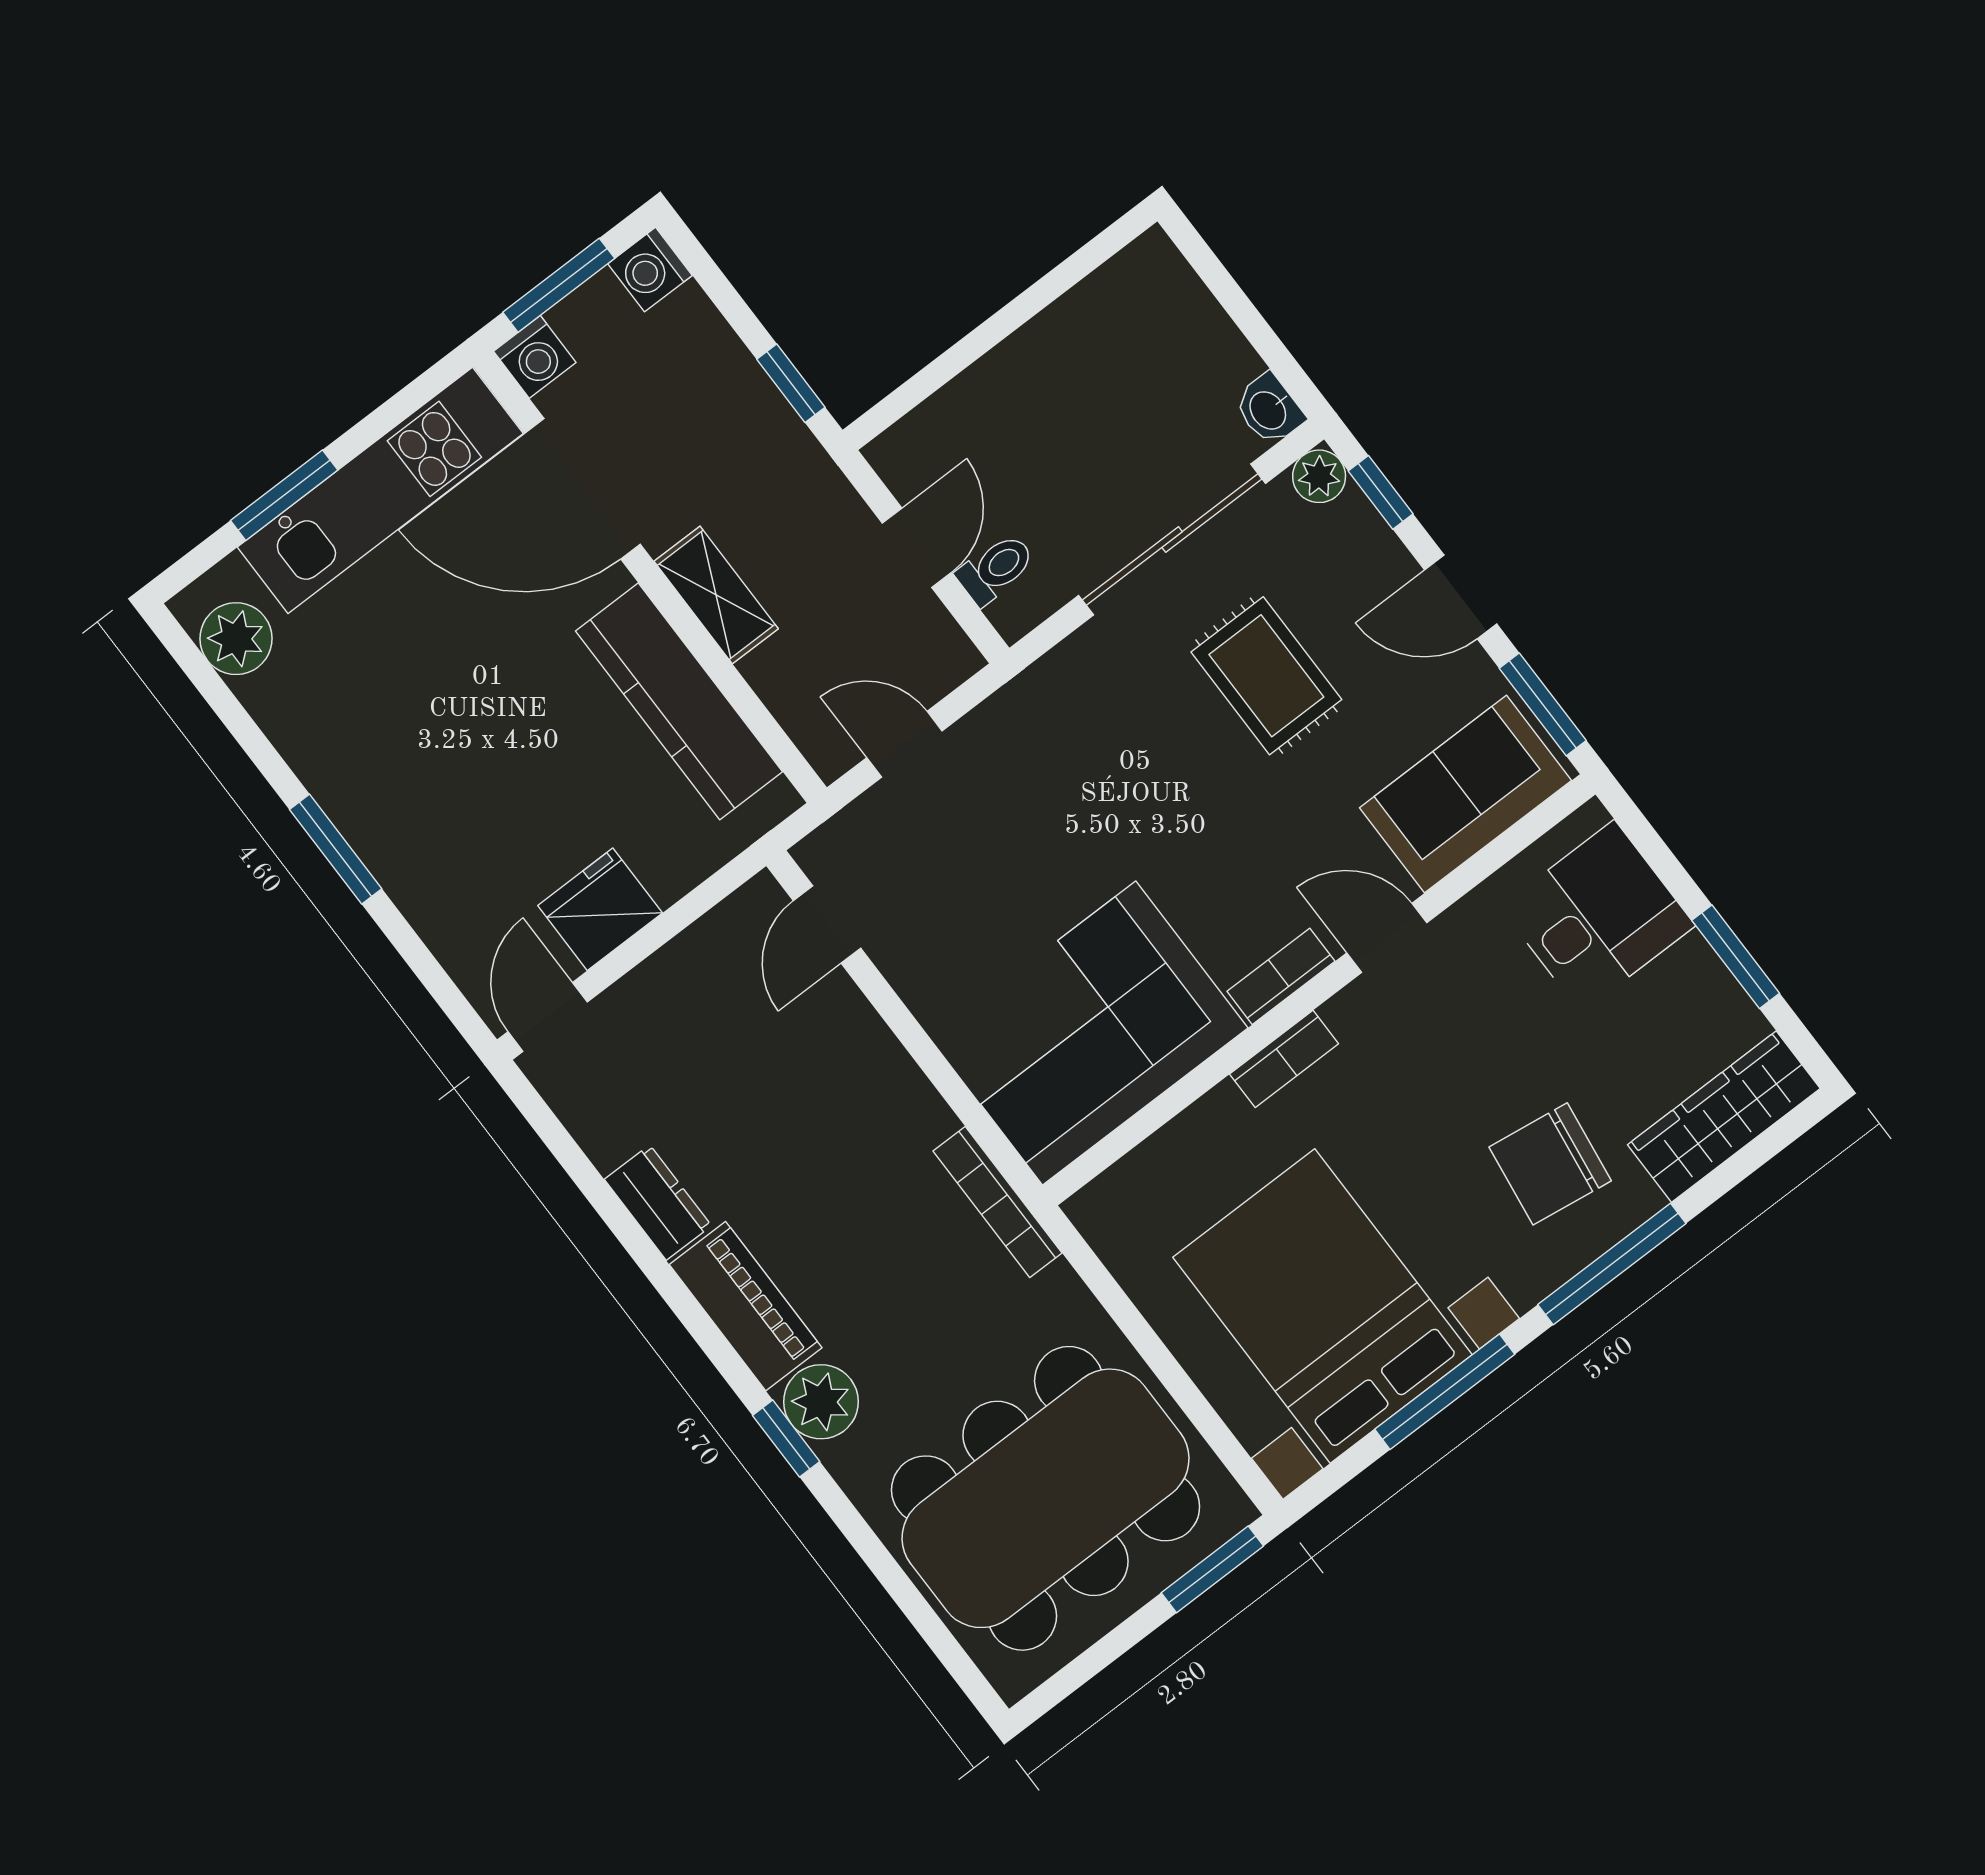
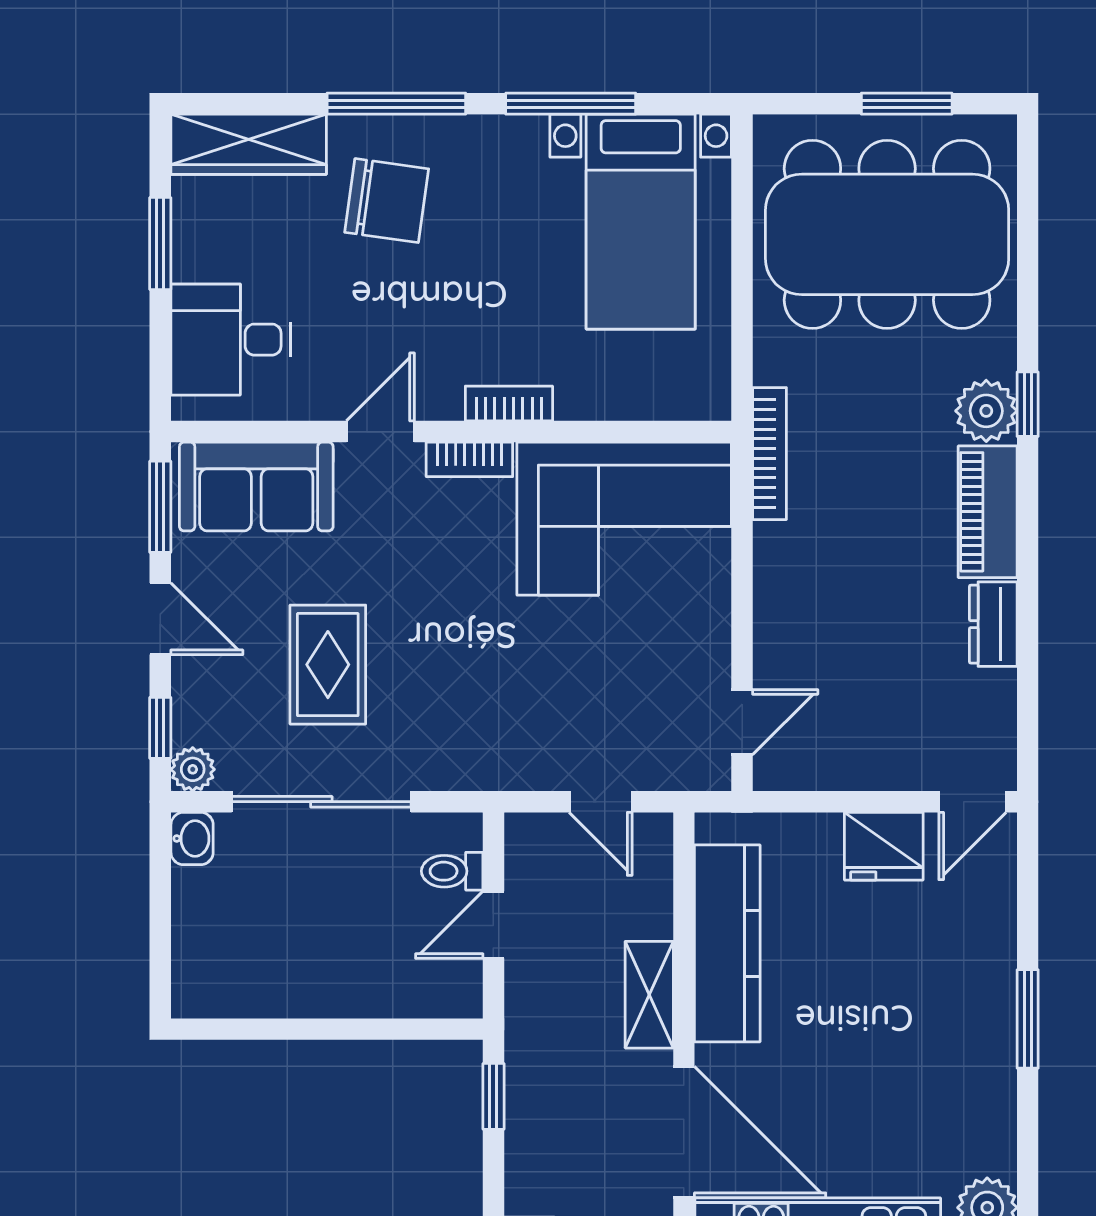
door: (1387, 938) -> (380, 432), swing flipped
bed with nightstands: (1322, 1306) -> (641, 222), width x0.73
window: (1212, 1569) -> (907, 104), moved

